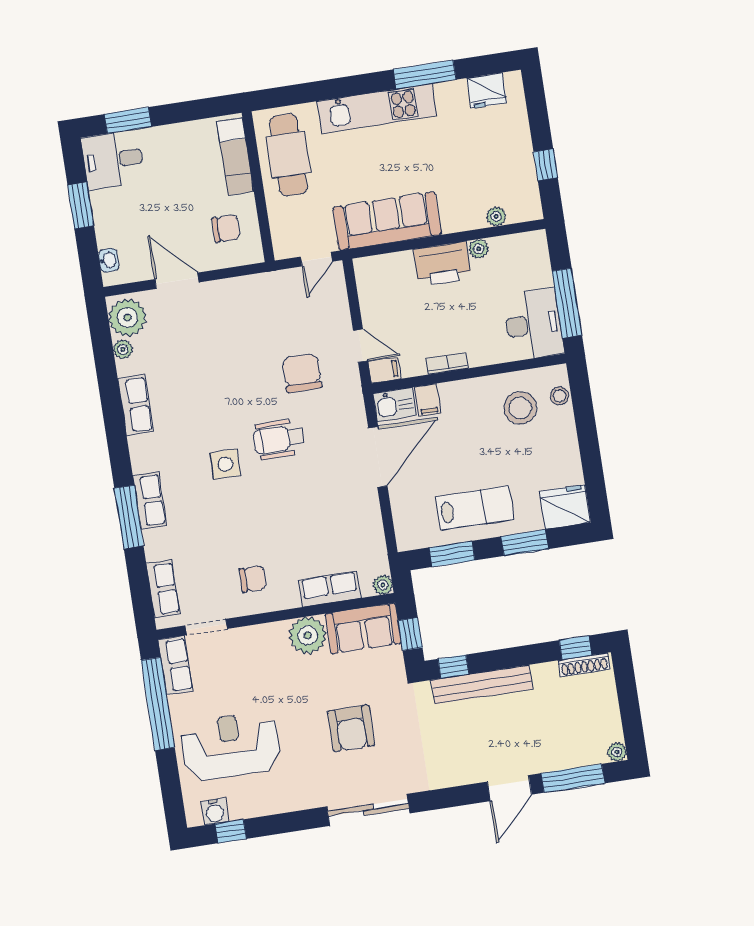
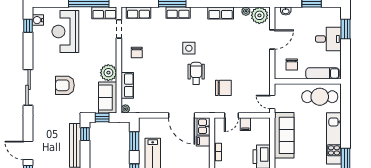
desk: (113, 160) -> (328, 39), moved, turned 90
filing cabinet: (384, 370) -> (245, 124), moved
reception desk: (231, 746) -> (65, 31), turned 180

